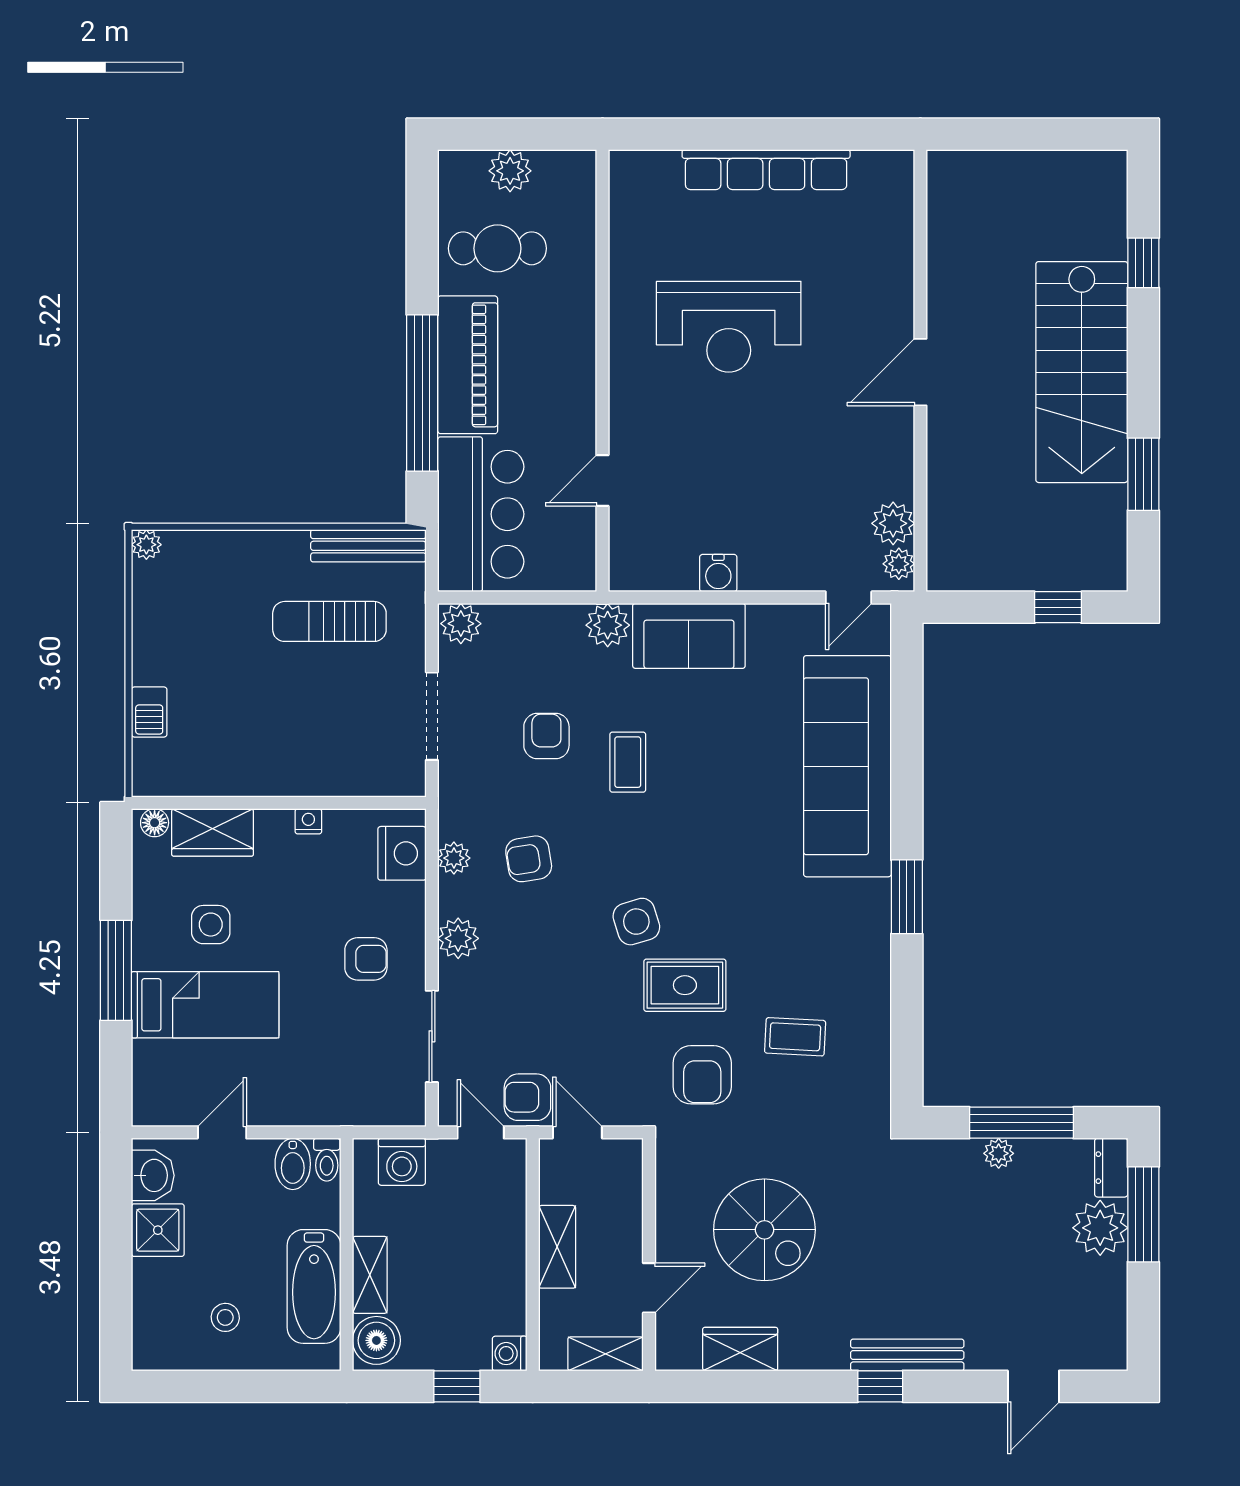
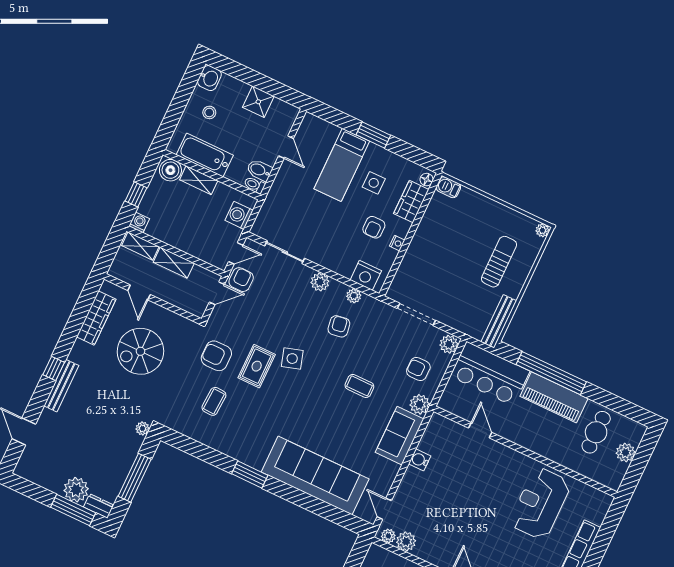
reception desk: (729, 327) -> (540, 503), moved
sun lounger: (329, 621) -> (499, 262), moved
barbecue: (149, 712) -> (448, 187), moved
armchair: (546, 736) -> (418, 369), moved, turned 180
armchair: (366, 959) -> (374, 227), moved
window: (116, 970) -> (373, 135), width x0.69
plant: (999, 1153) -> (142, 429), moved
washbasin: (153, 1175) -> (209, 78), moved, turned -90
wardrobe: (740, 1349) -> (96, 318), width x1.50
shelving: (606, 1354) -> (140, 246), moved, turned 90

